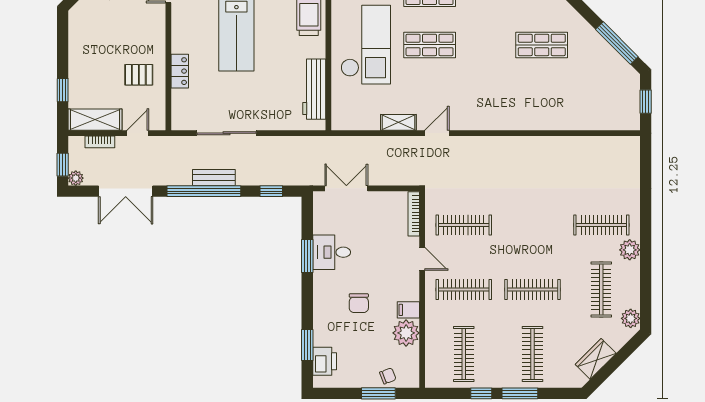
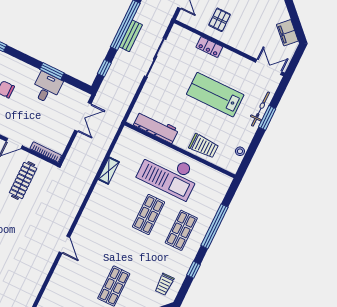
door: (437, 133) -> (64, 245), moved

